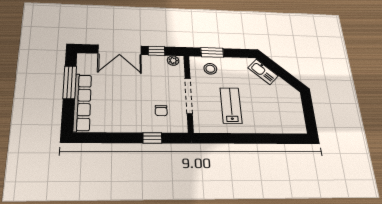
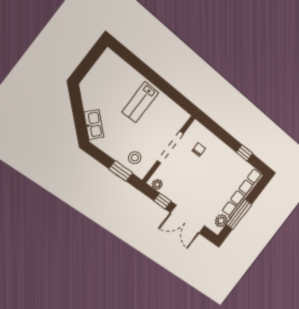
double door: (120, 50) -> (188, 219), swing flipped
plant: (84, 67) -> (221, 221), added
lab bench: (231, 105) -> (140, 102), moved
window: (152, 138) -> (244, 153), moved

